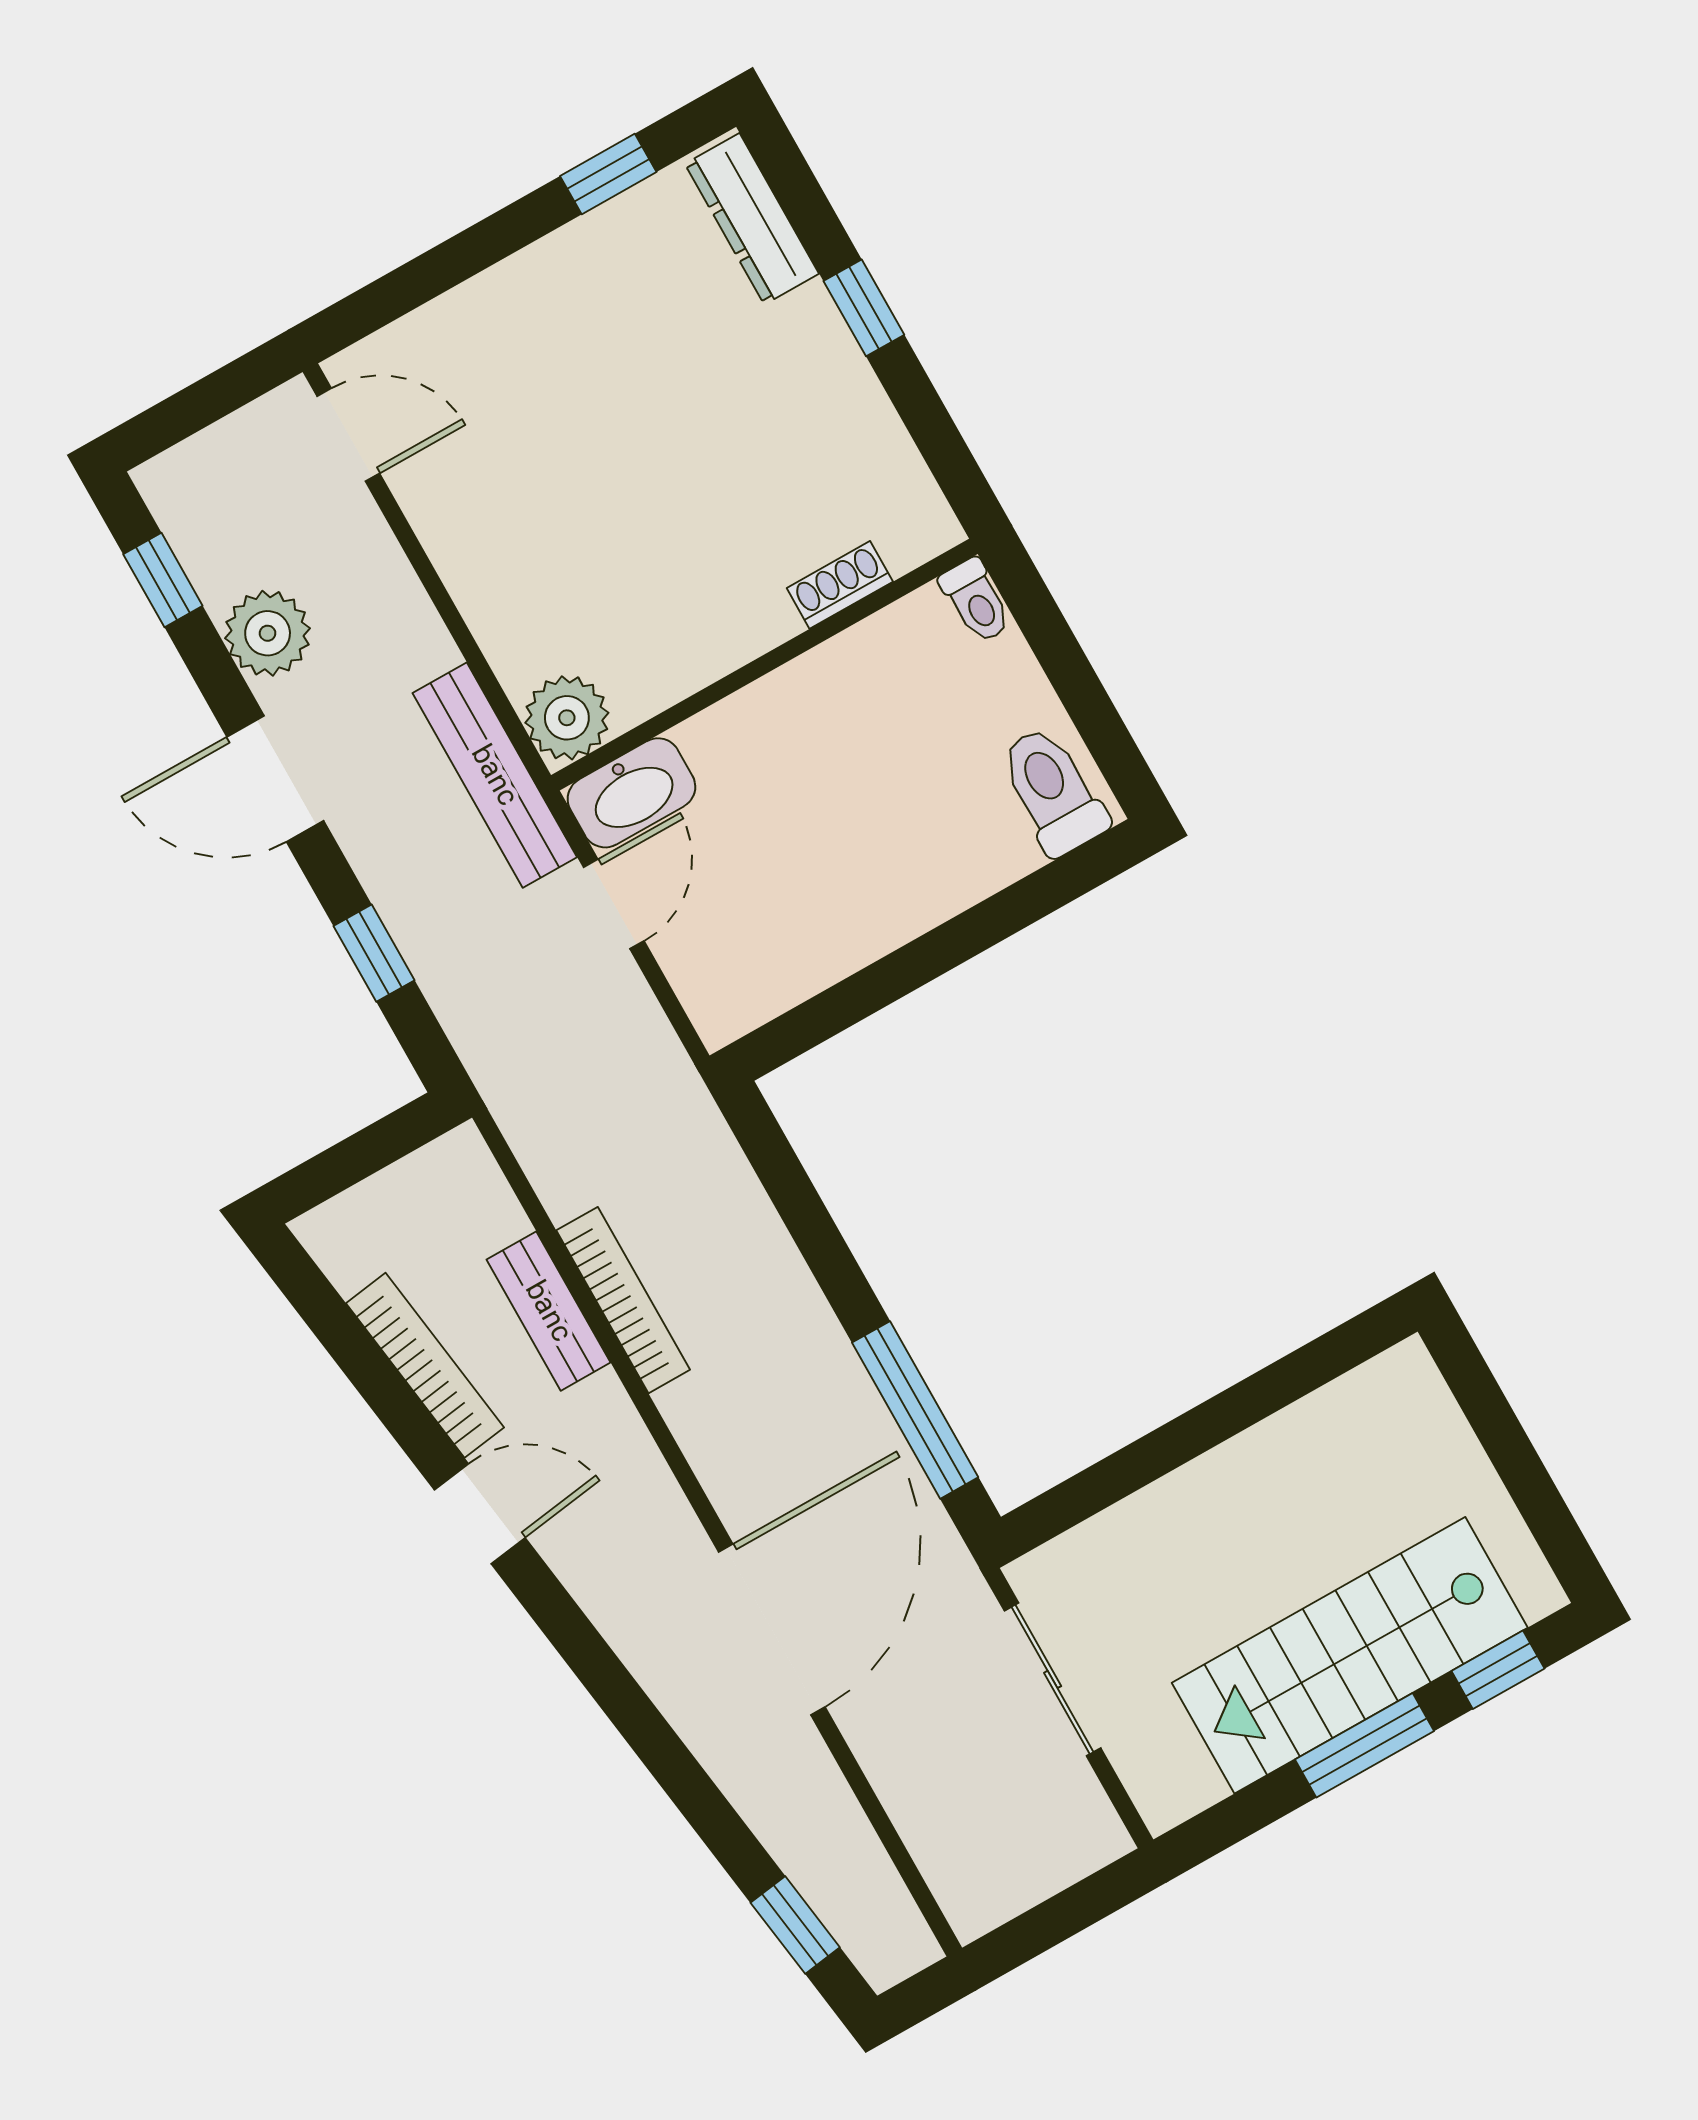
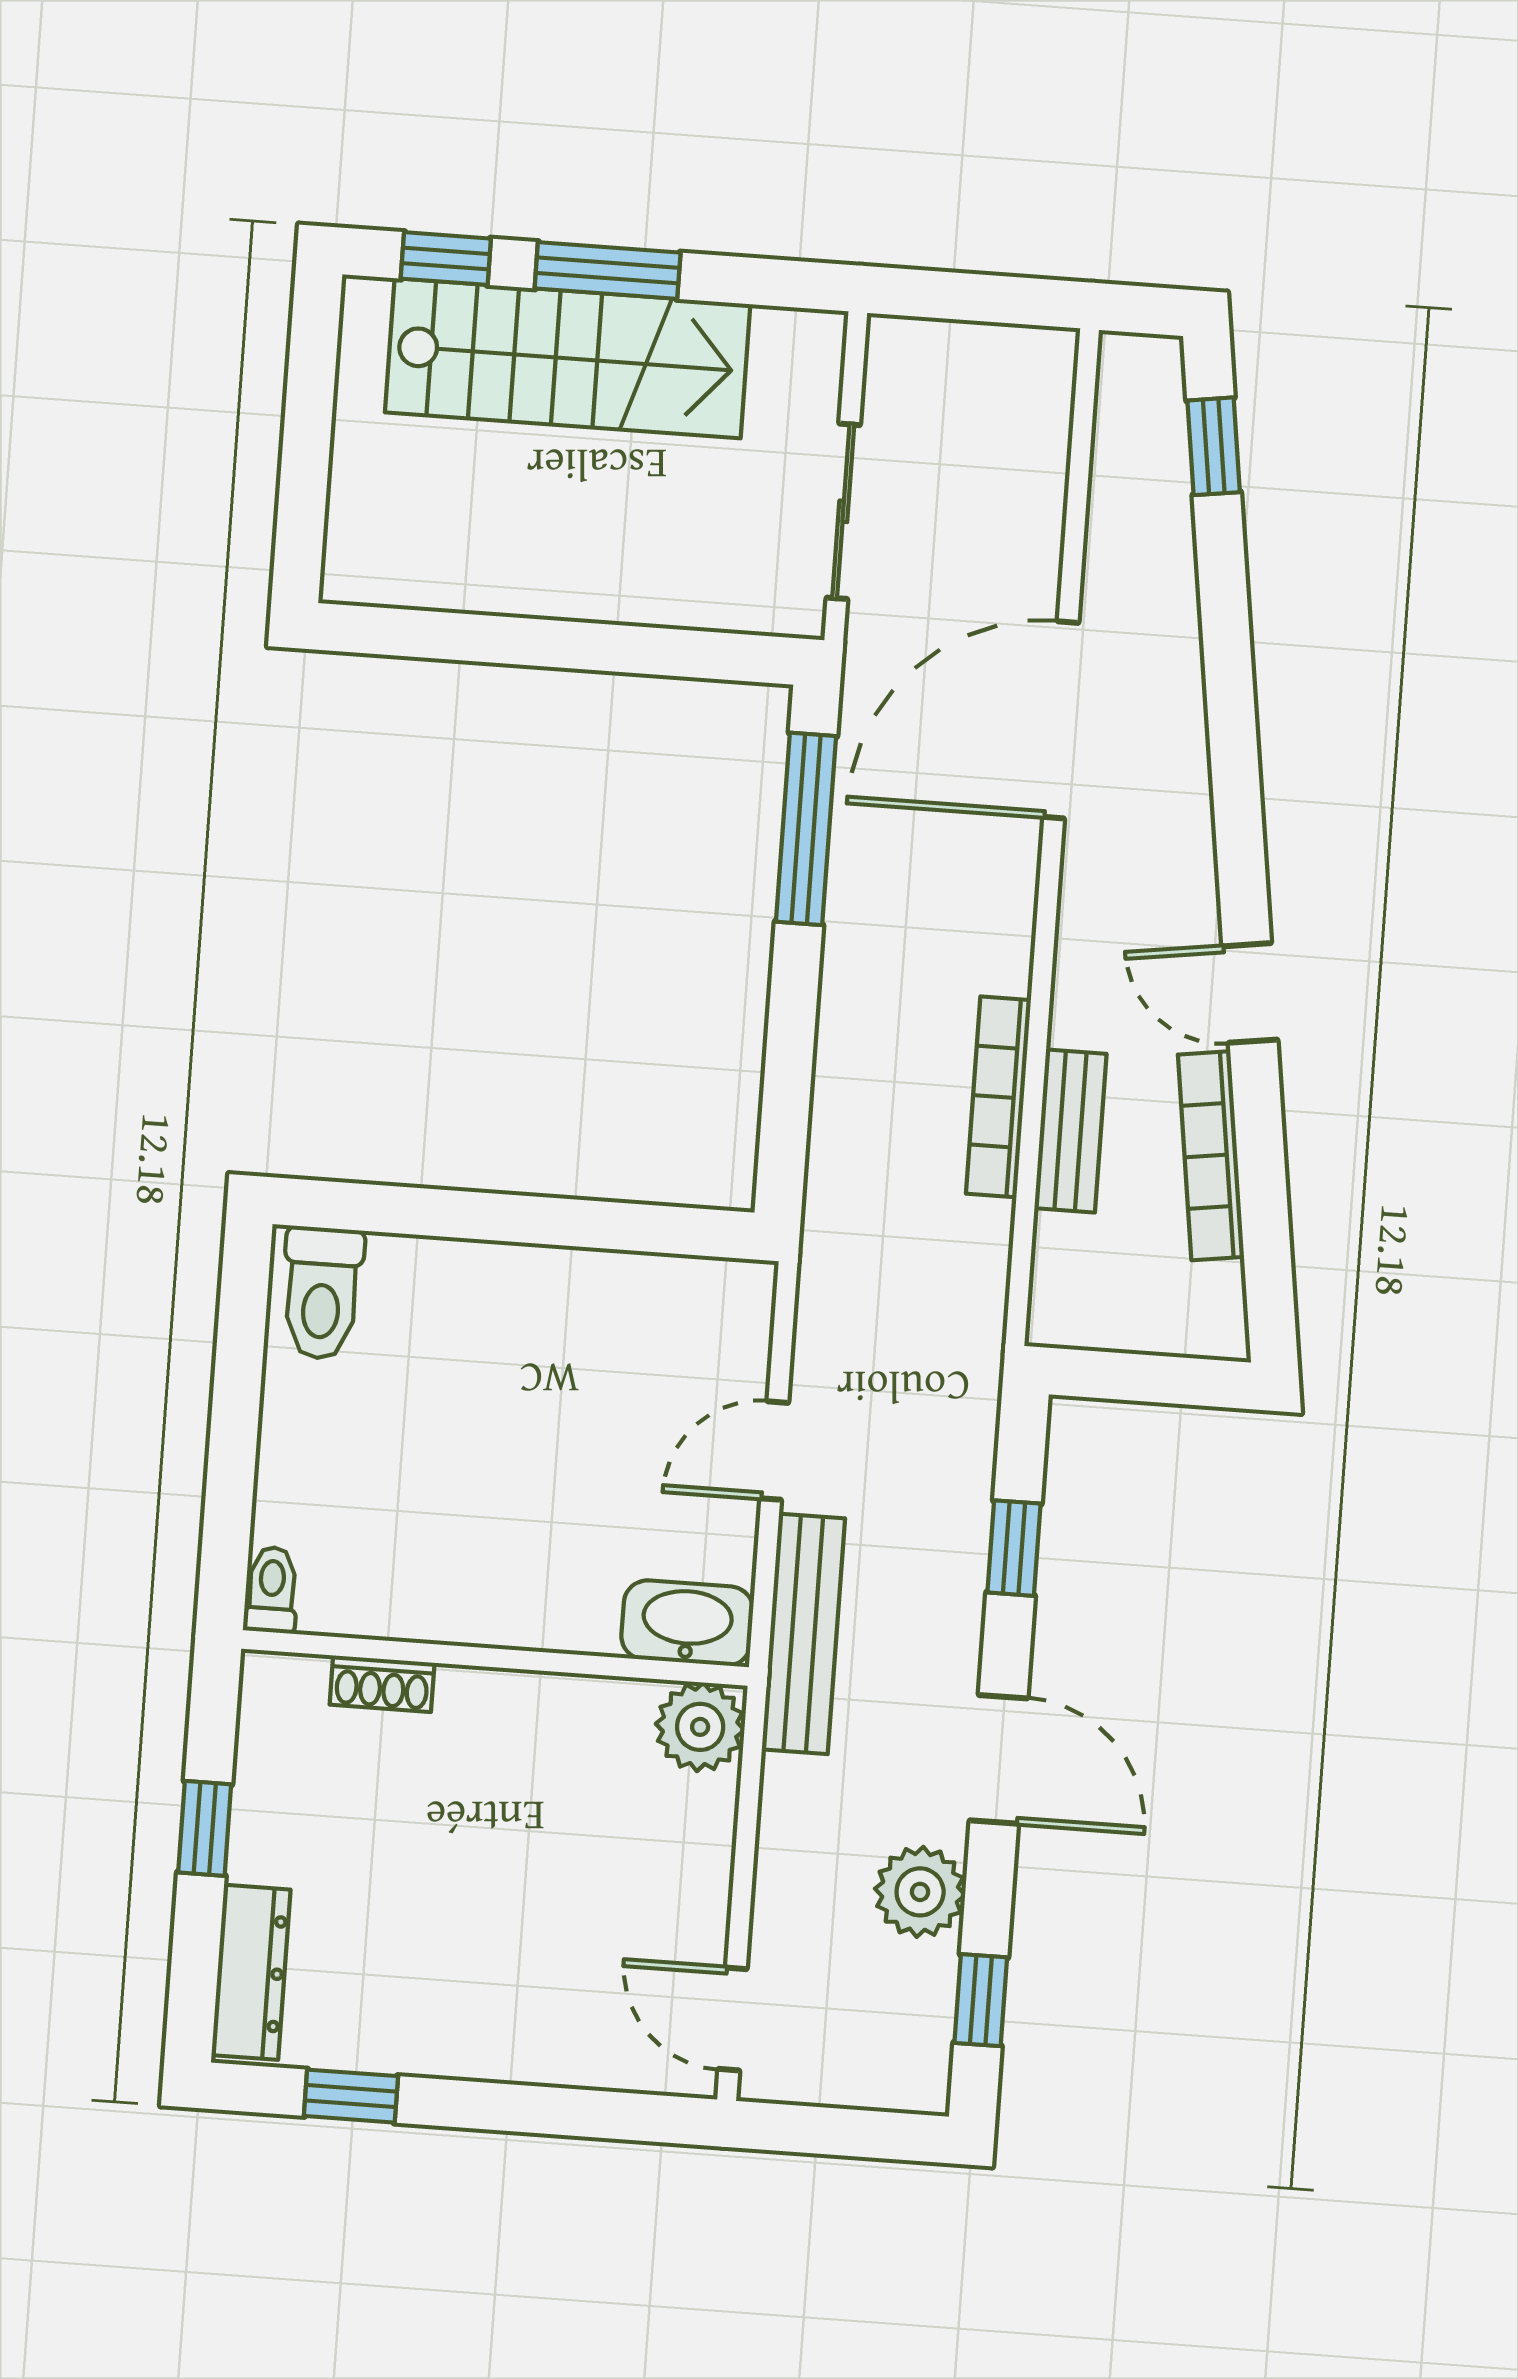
shoe rack: (840, 585) -> (382, 1684), moved
toilet: (976, 601) -> (272, 1590), moved
wall: (764, 664) -> (495, 1658), moved
plant: (567, 718) -> (700, 1727), moved
washbasin: (631, 793) -> (687, 1623), moved

